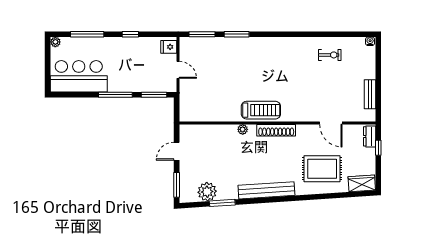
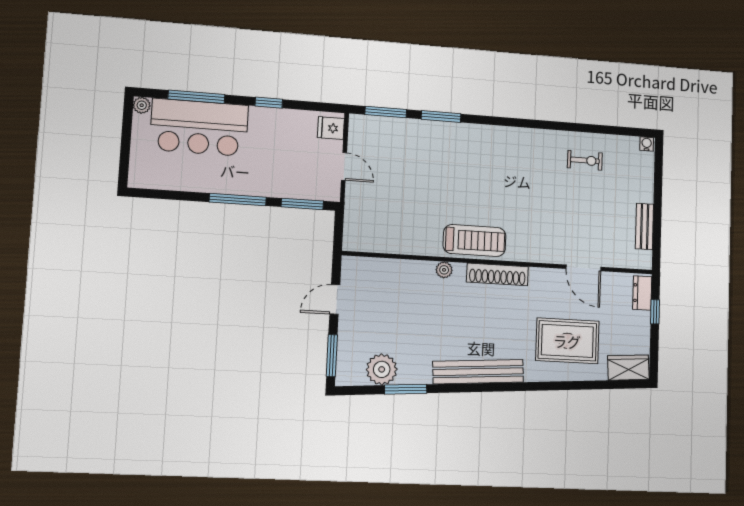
bar counter: (79, 76) -> (199, 127), moved, turned 180

